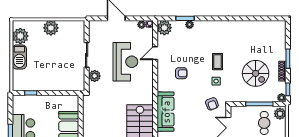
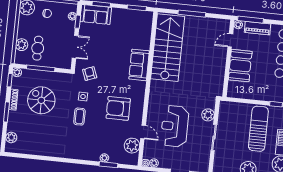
plant: (164, 28) -> (132, 146), moved
plant: (281, 35) -> (11, 137), added
door: (155, 53) -> (143, 132), hinge flipped
sun lounger: (45, 68) -> (258, 129), added
armchair: (181, 73) -> (118, 108), width x1.88, depth x1.88
sofa: (166, 112) -> (139, 65), width x0.73
plant: (280, 114) -> (22, 45), moved

